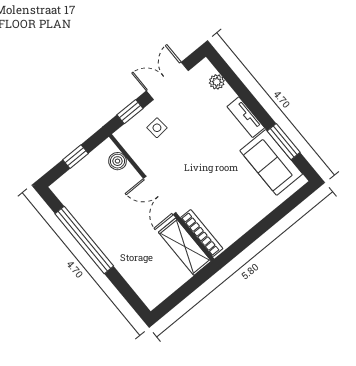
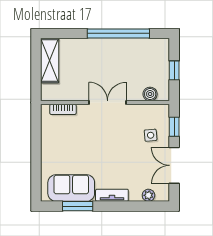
double door: (167, 81) -> (174, 165), swing flipped
bookcase: (202, 233) -> (63, 109), width x0.64
shelving: (185, 247) -> (50, 61), moved, turned 90

